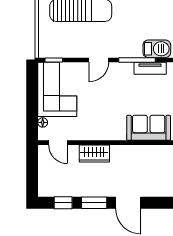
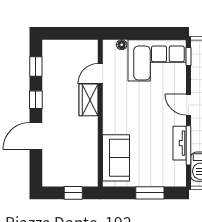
tv unit: (150, 68) -> (180, 143), moved
door: (58, 143) -> (100, 74), moved
window: (94, 203) -> (36, 100), width x0.67

